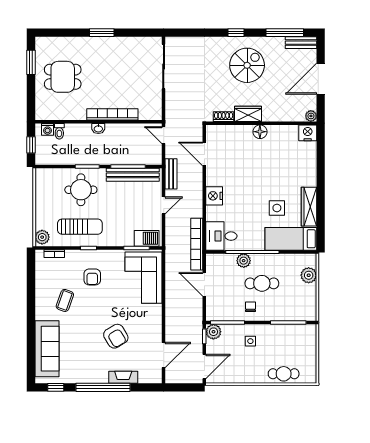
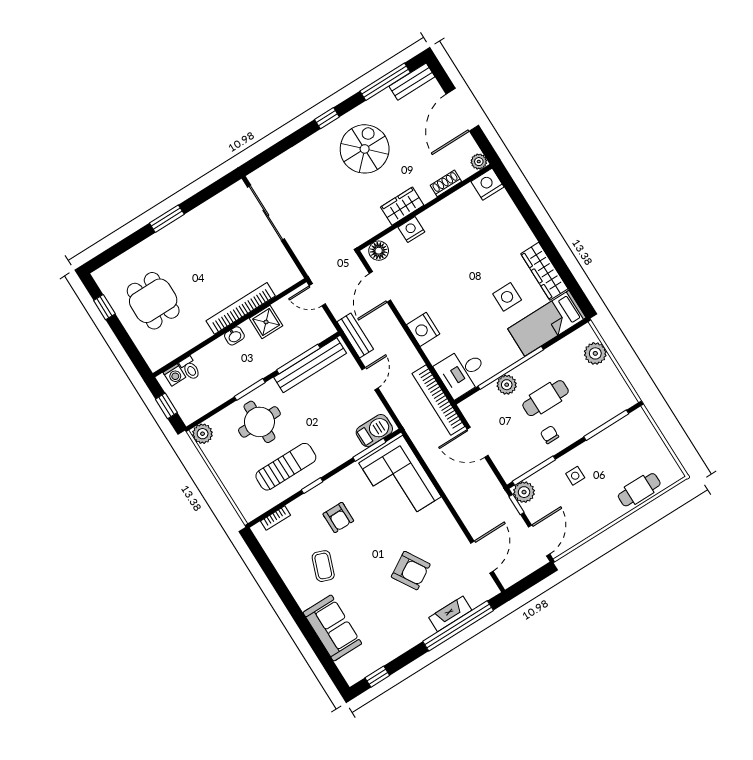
window: (31, 62) -> (104, 307), width x0.67
dining table: (63, 77) -> (153, 301), turned 90
shoe rack: (224, 117) -> (446, 183), moved
nightstand: (245, 131) -> (411, 230), added
shower: (123, 132) -> (266, 322), added
floor lamp: (260, 132) -> (379, 251), moved
door: (204, 154) -> (380, 287), hinge flipped
plant: (42, 237) -> (203, 434), moved
sofa: (47, 349) -> (332, 628), width x0.73
window: (103, 387) -> (458, 626), moved

